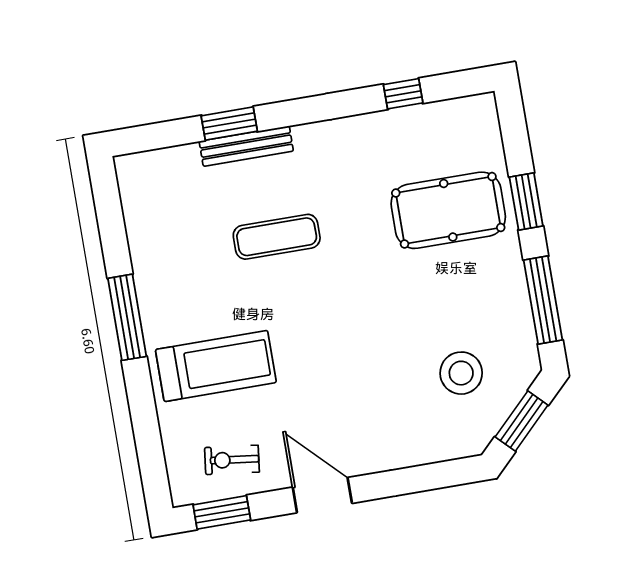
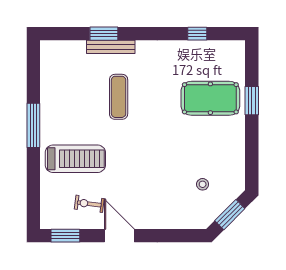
exercise mat: (277, 237) -> (119, 97), turned 90
window: (543, 300) -> (252, 154), removed
stool: (461, 373) -> (203, 184), width x0.53, depth x0.53
exercise bike: (232, 460) -> (89, 204), moved

